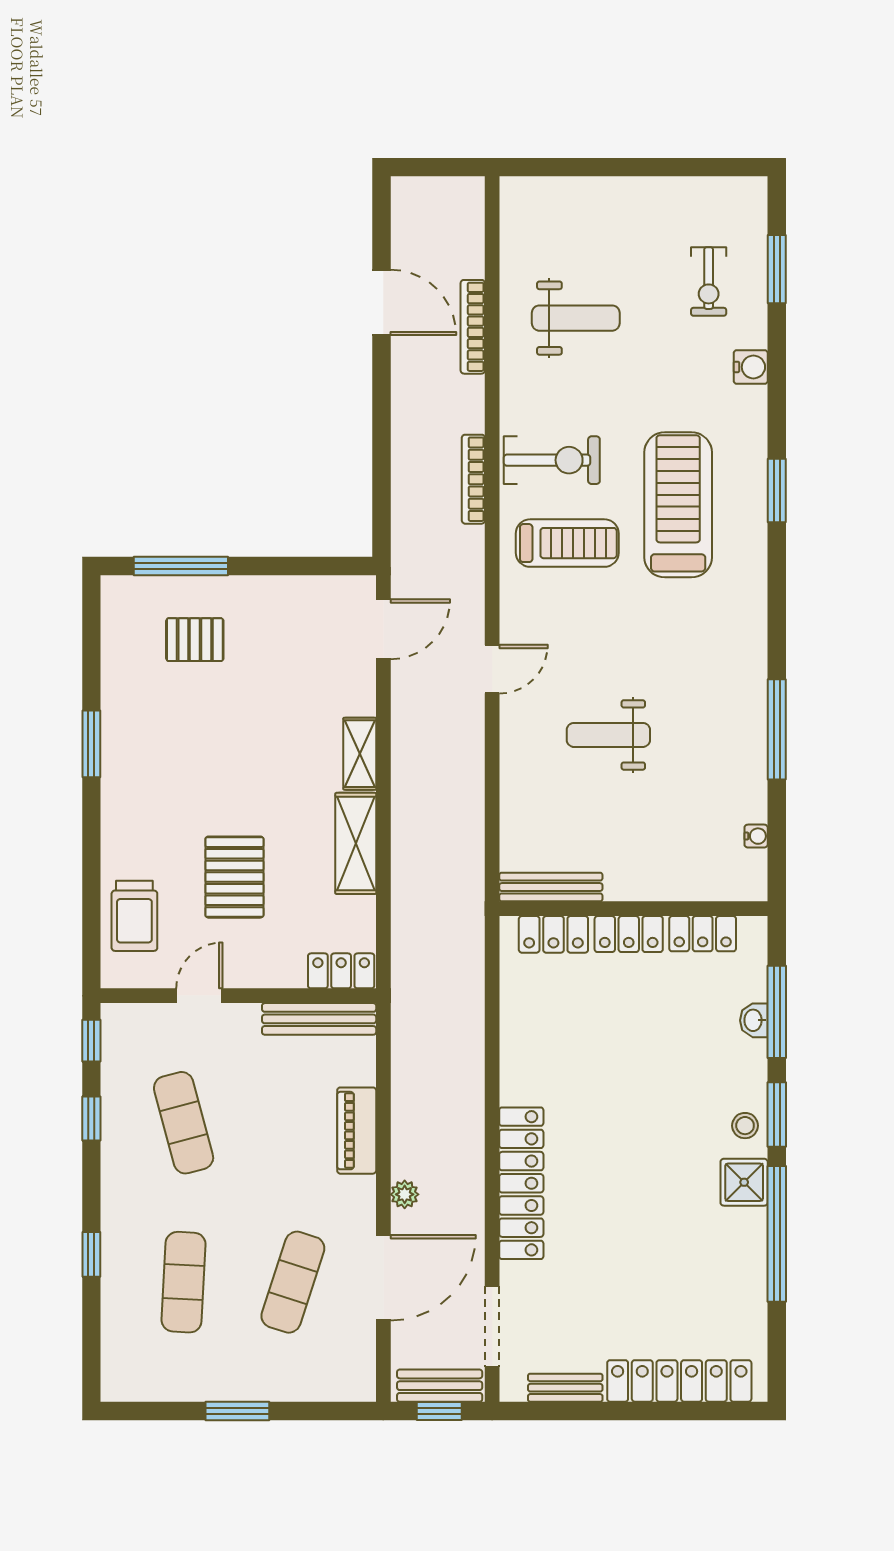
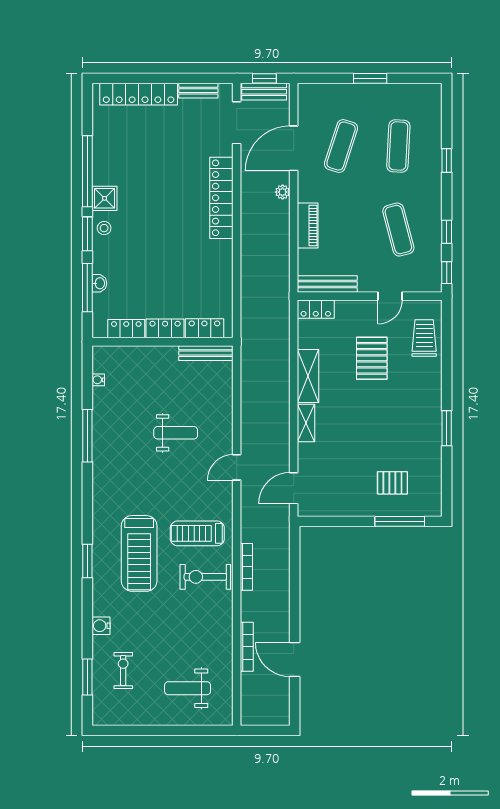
weight bench: (576, 318) -> (188, 688), moved

